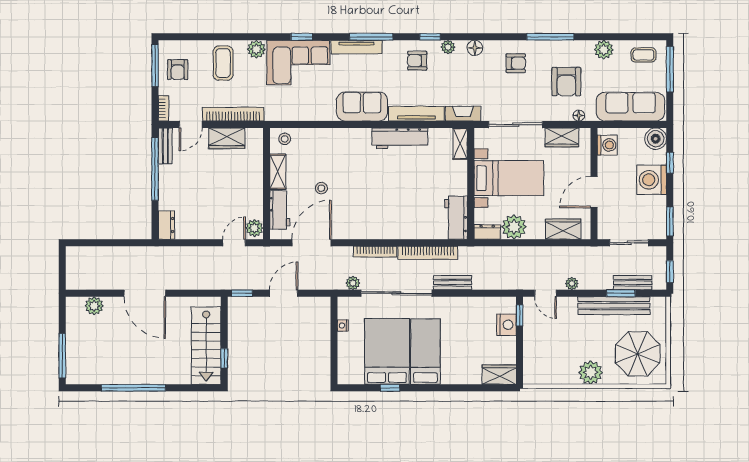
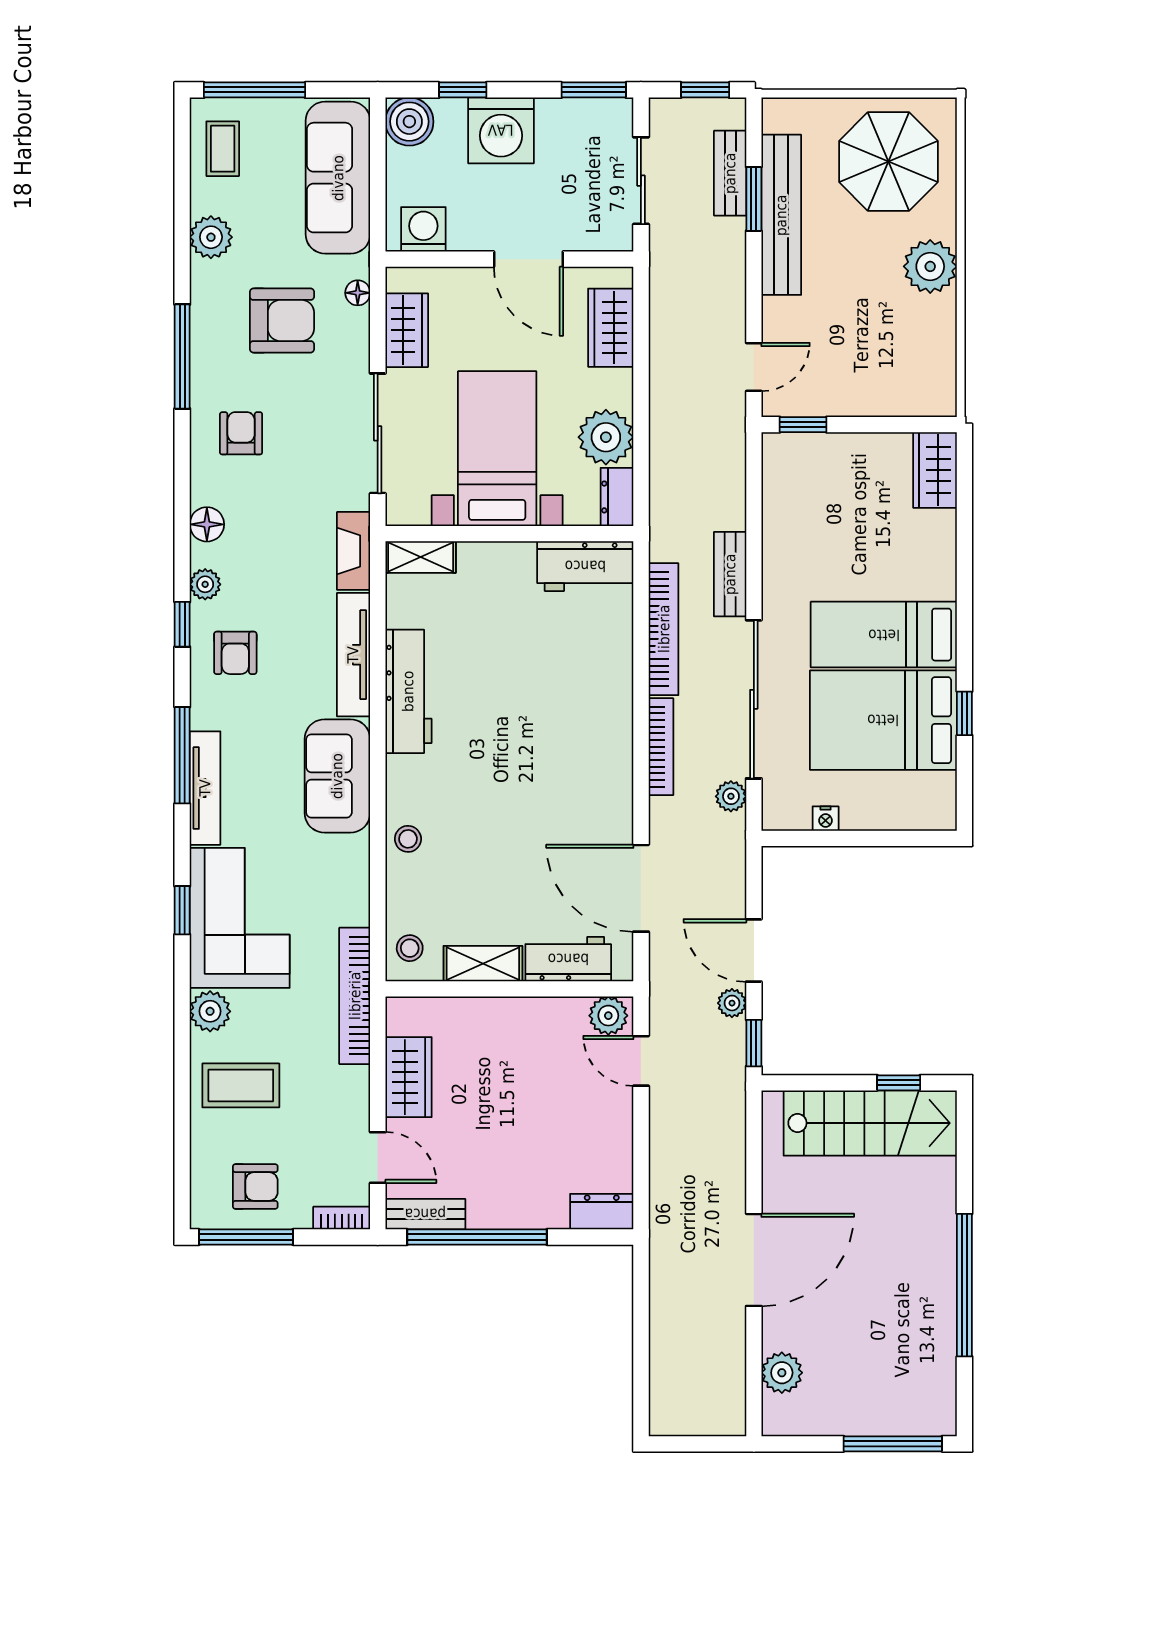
bookcase: (233, 114) -> (355, 996), moved
stool: (321, 188) -> (408, 839), moved
plant: (572, 284) -> (732, 1003), moved
nightstand: (506, 325) -> (824, 454), removed

